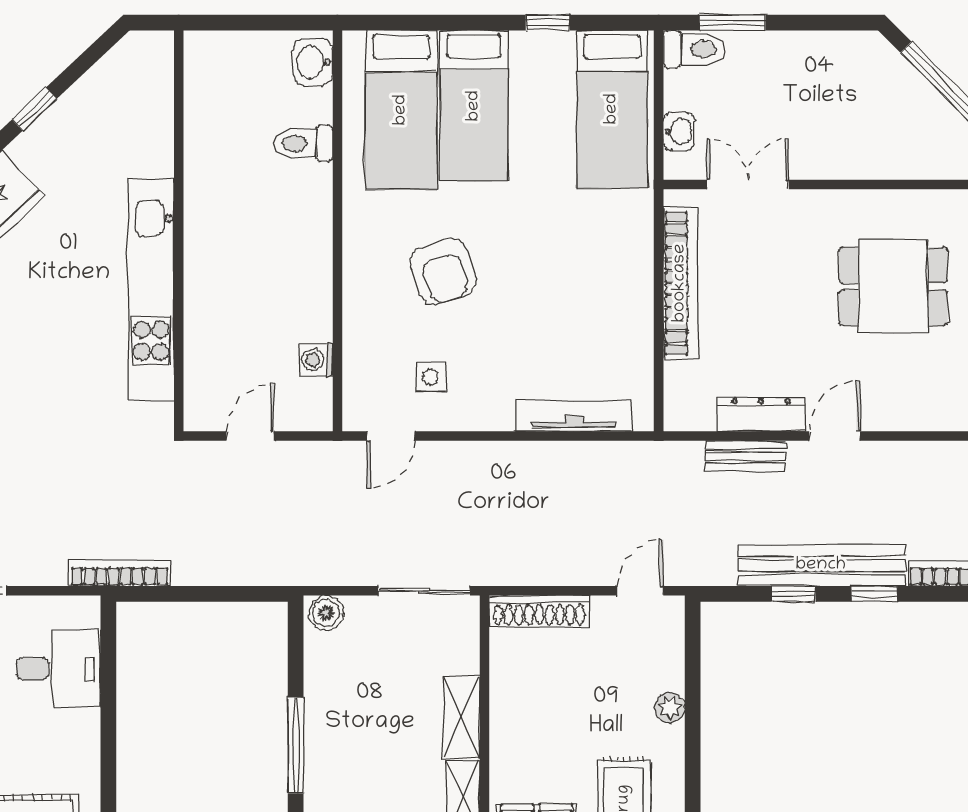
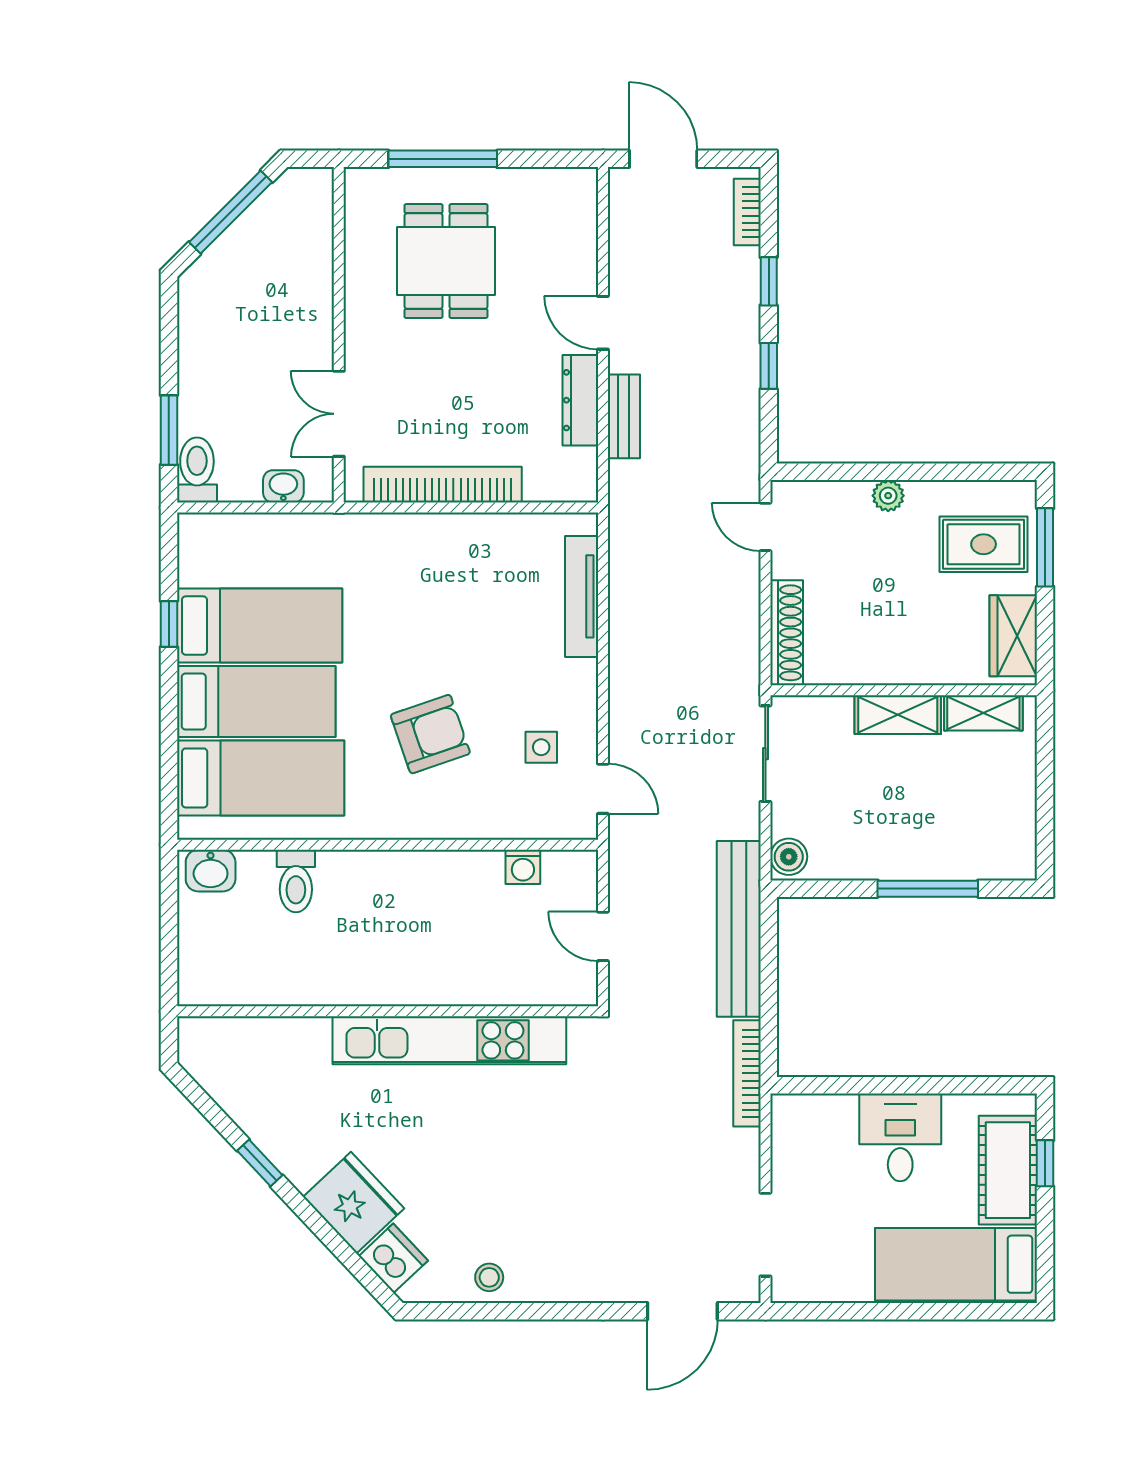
bed: (612, 109) -> (260, 626), moved
bench: (821, 565) -> (739, 929), moved
desk: (59, 669) -> (900, 1137), moved

